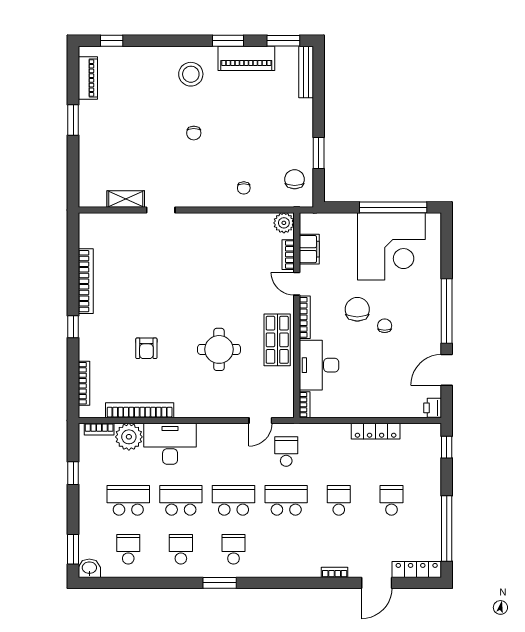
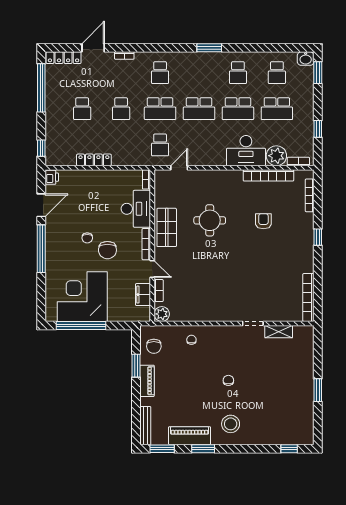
piano: (88, 78) -> (147, 381), moved, turned 180
bookcase: (86, 281) -> (308, 298), moved
school desk: (234, 549) -> (160, 73), moved

